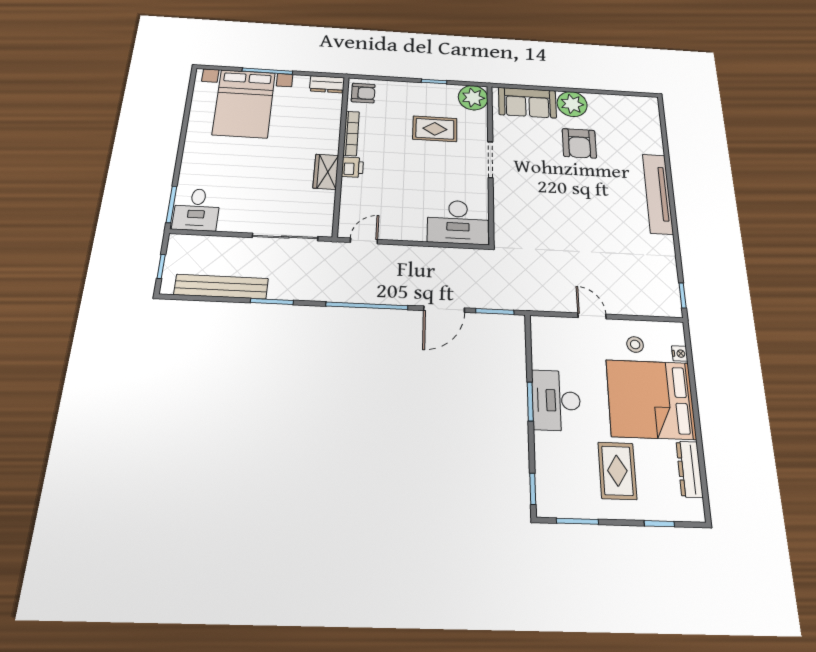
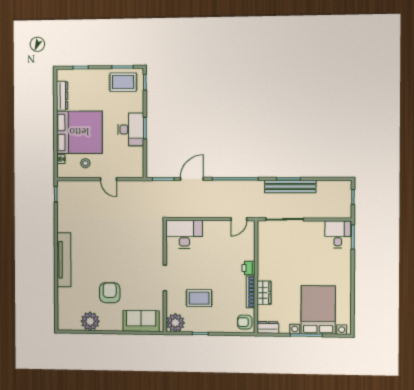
plant: (572, 104) -> (90, 321), moved
wardrobe: (326, 172) -> (264, 293), moved
bench: (221, 287) -> (290, 187), moved
rug: (617, 471) -> (123, 82), moved, turned 90

